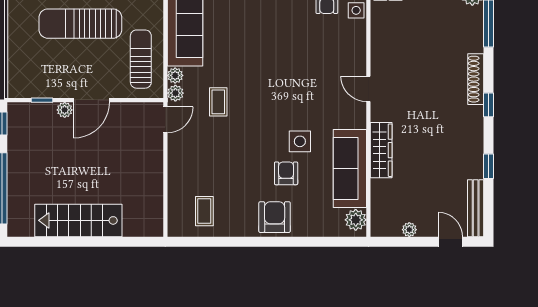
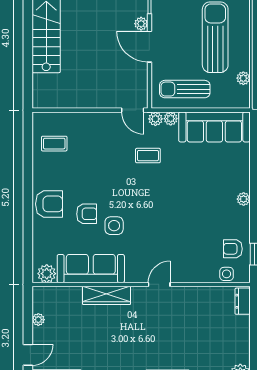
sun lounger: (141, 59) -> (185, 89), turned 180

